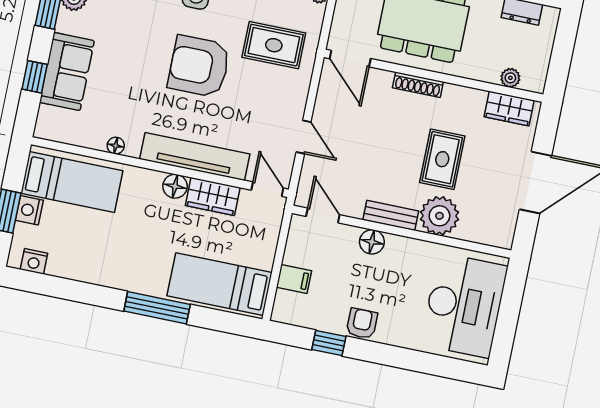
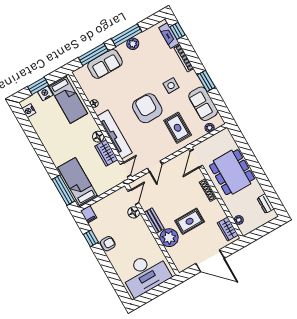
window: (35, 77) -> (93, 54), width x2.17
floor lamp: (372, 242) -> (134, 212), moved
filing cabinet: (294, 279) -> (89, 214), moved
window: (157, 308) -> (63, 190), moved

